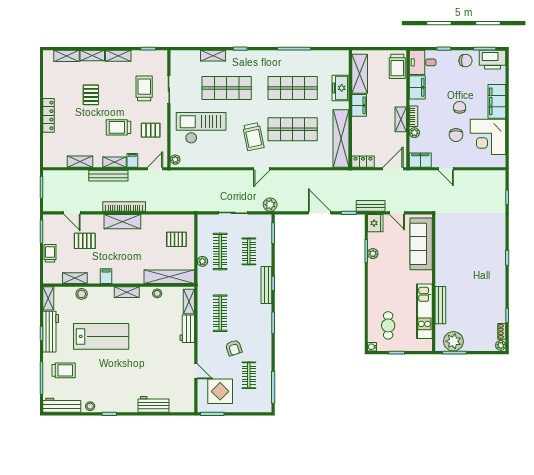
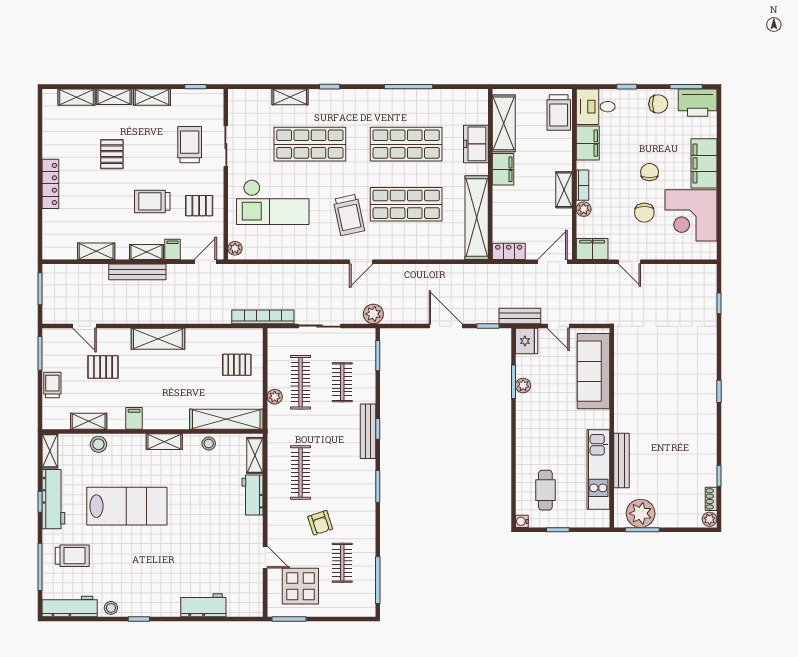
checkout: (201, 128) -> (273, 202), turned 180
bookcase: (124, 207) -> (263, 317), moved

